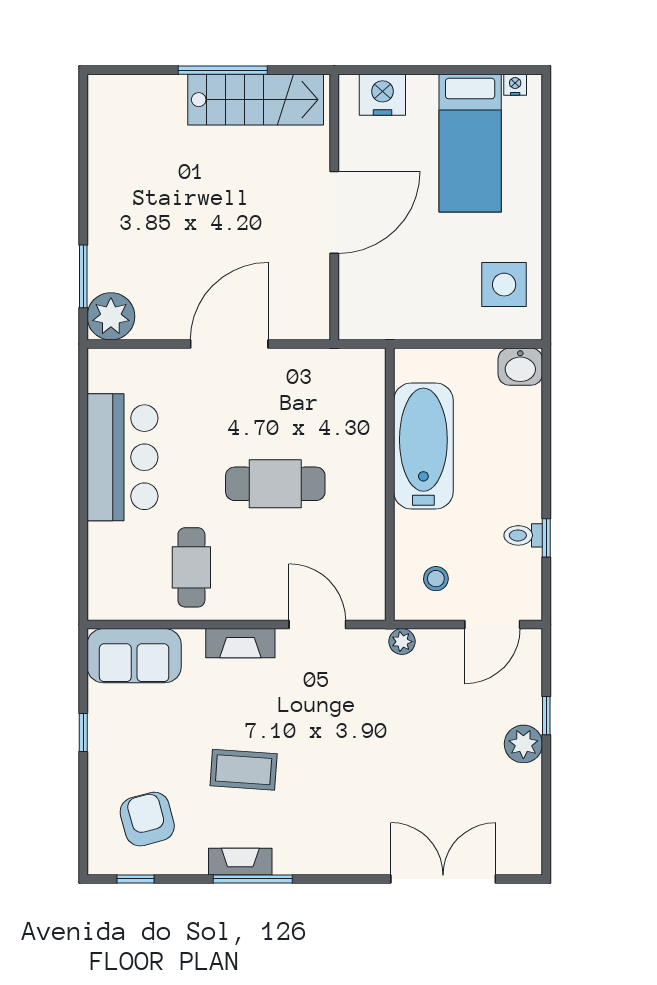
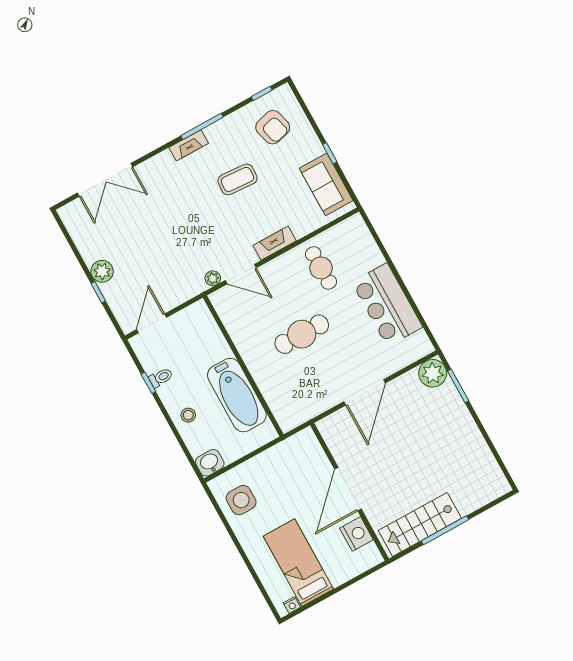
nightstand: (382, 95) -> (356, 534), moved, turned -90
stool: (436, 579) -> (188, 415), moved
plant: (402, 642) -> (213, 278), moved
sofa: (134, 656) -> (326, 184), moved, turned -90
fireplace: (240, 862) -> (189, 145), moved

